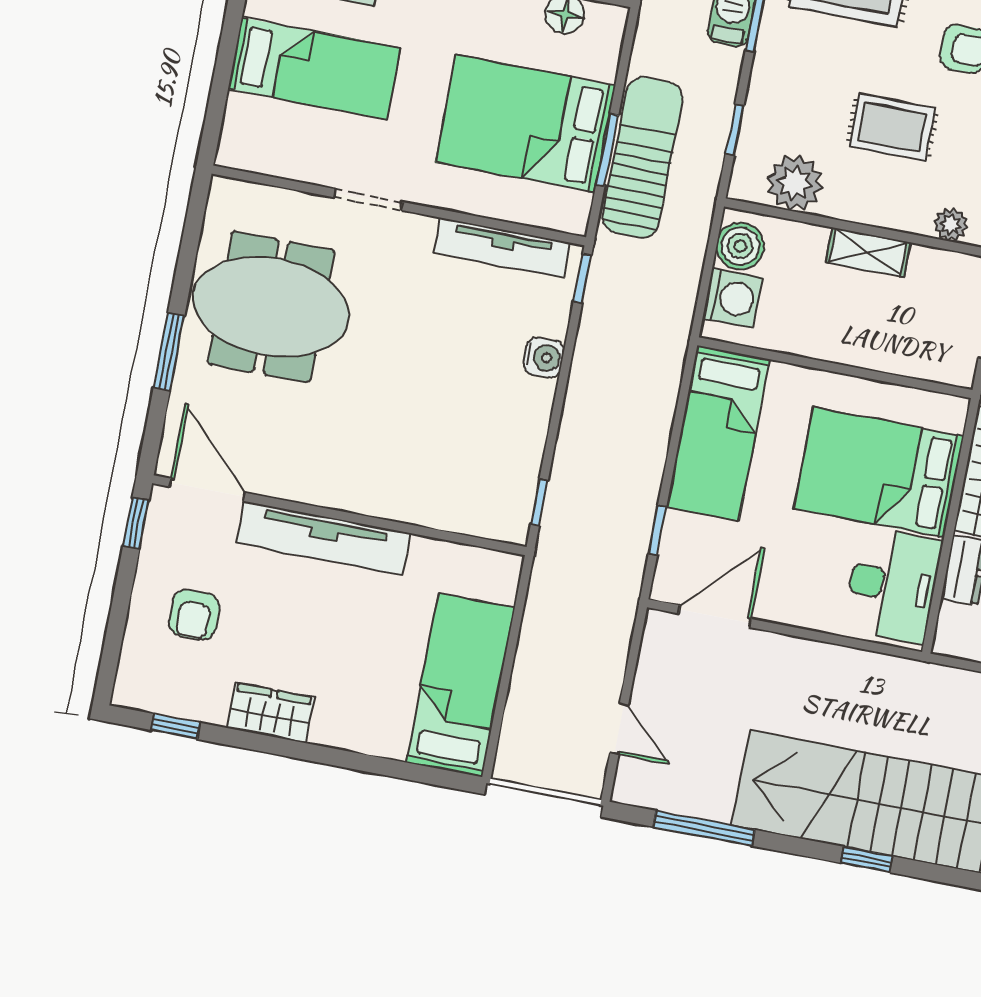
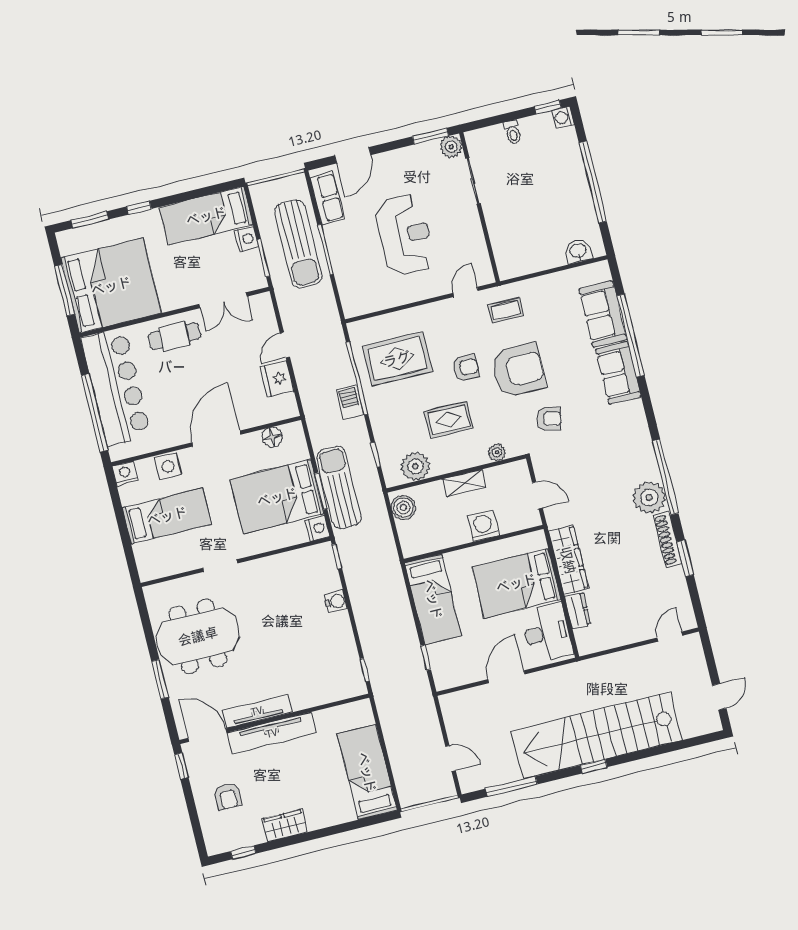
nightstand: (571, 213) -> (318, 528), added
tv unit: (502, 248) -> (257, 711), moved, turned 180
washing machine: (733, 298) -> (483, 526), moved, turned -90
door: (715, 616) -> (506, 677), moved

